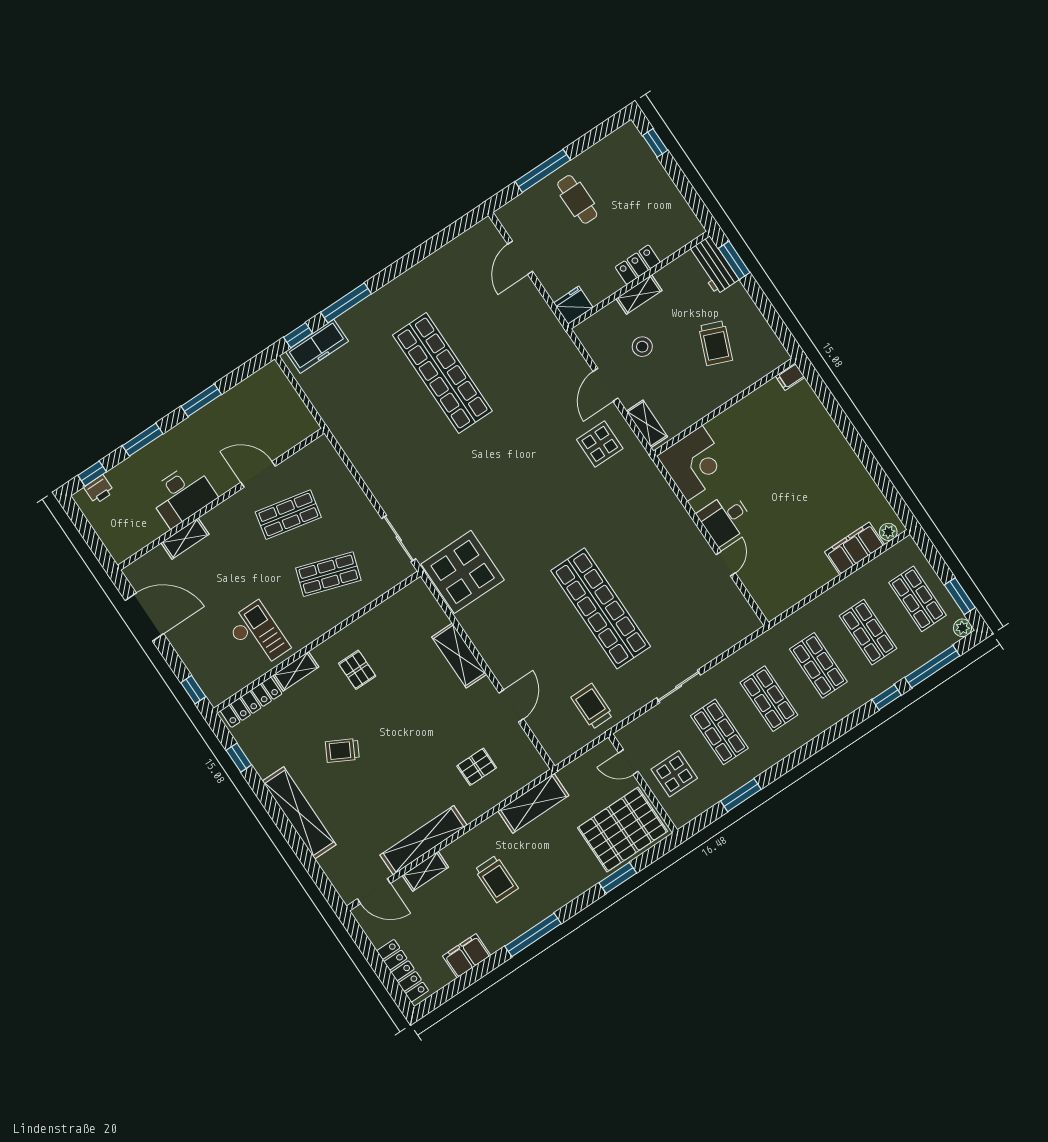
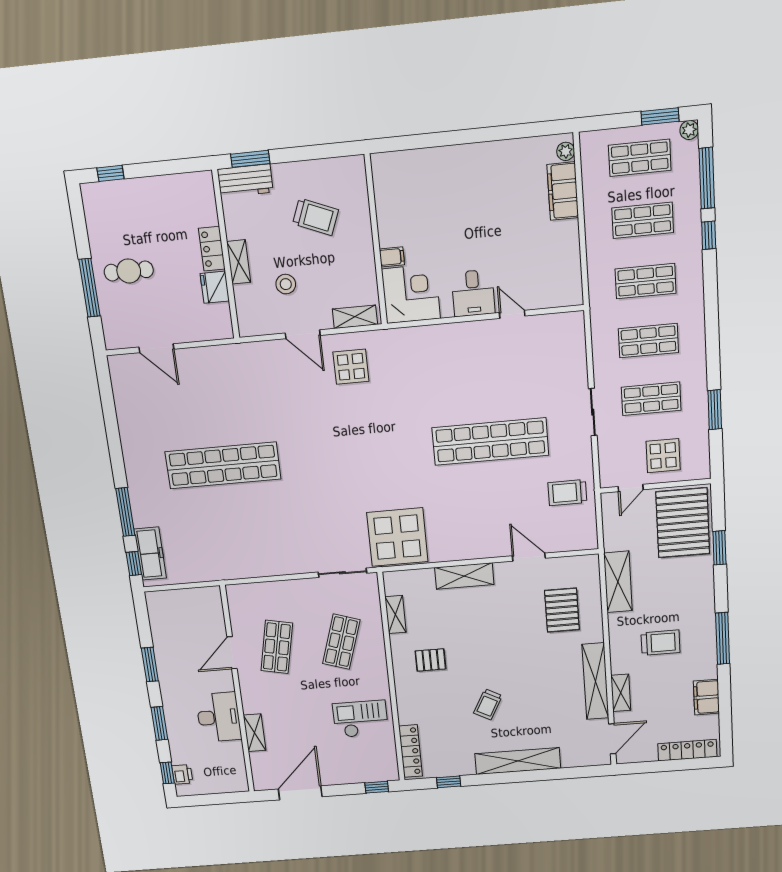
fridge: (573, 305) -> (215, 287), moved
filing cabinet: (790, 377) -> (392, 257), moved, turned -90
shelving: (296, 671) -> (396, 615), moved
pallet: (477, 767) -> (562, 610), width x1.50, depth x1.42

